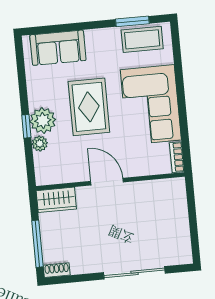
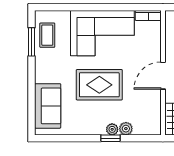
coffee table: (142, 39) -> (47, 35), width x0.73, depth x0.77
plant: (43, 121) -> (112, 129), width x0.53, depth x0.53

